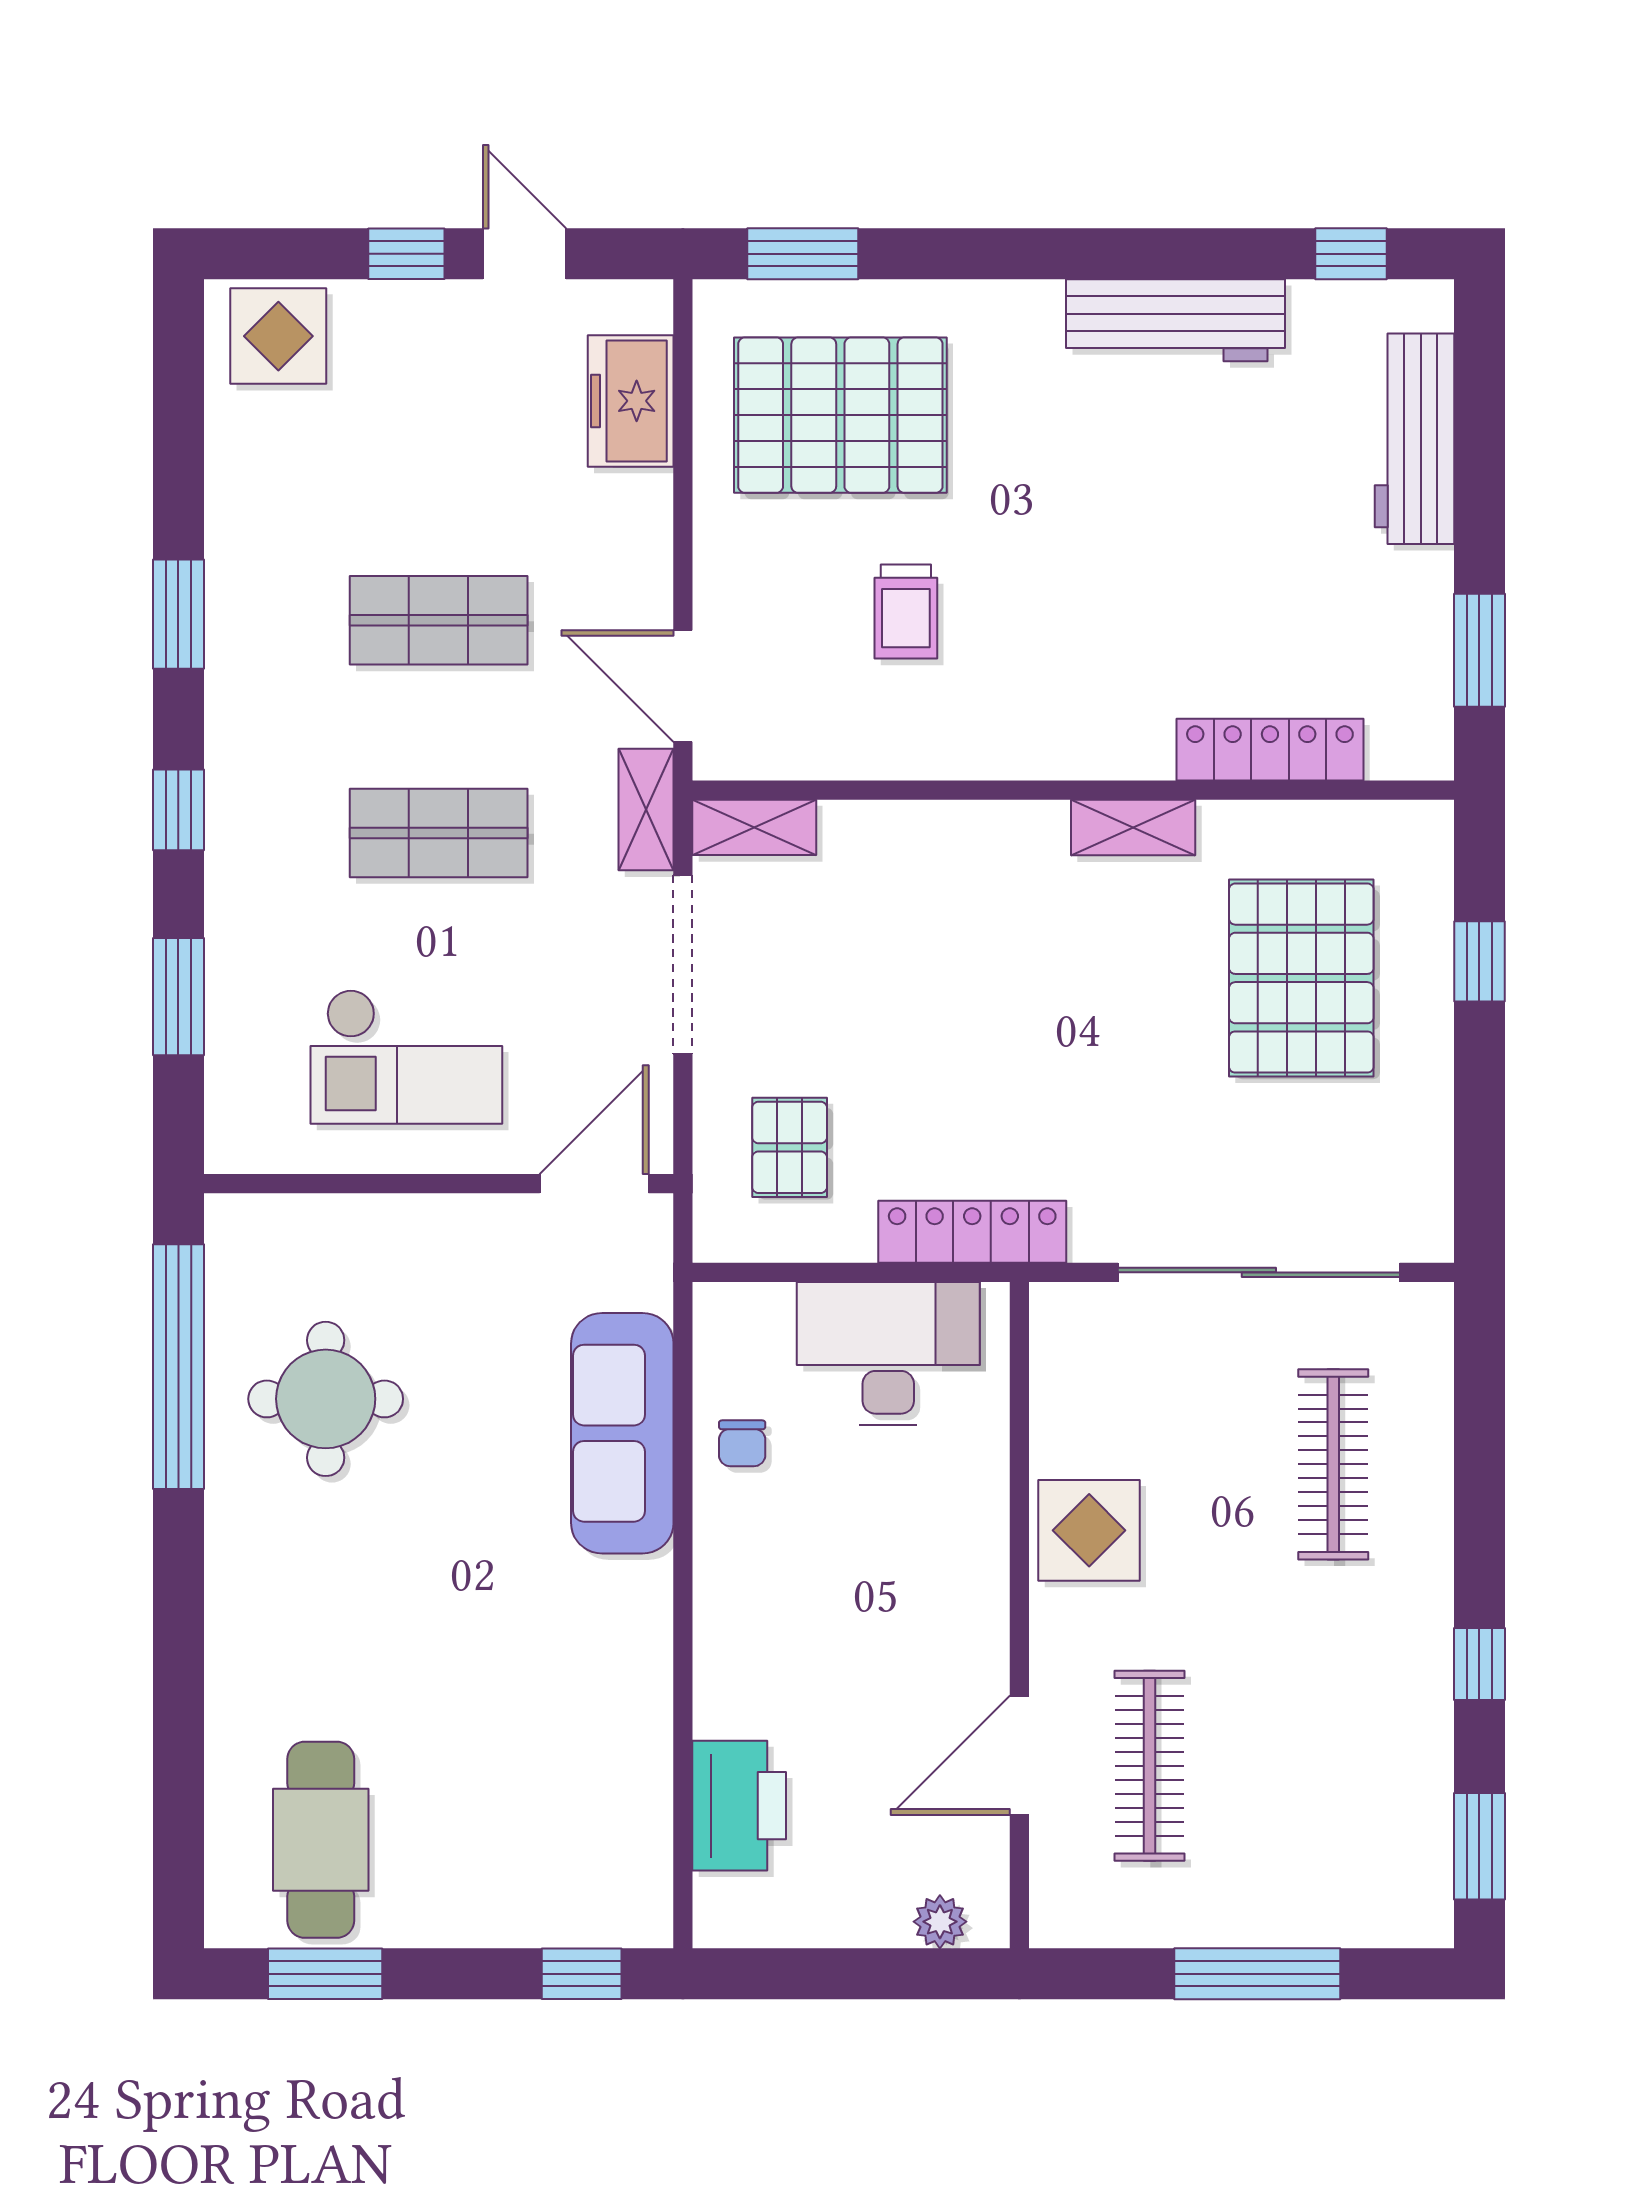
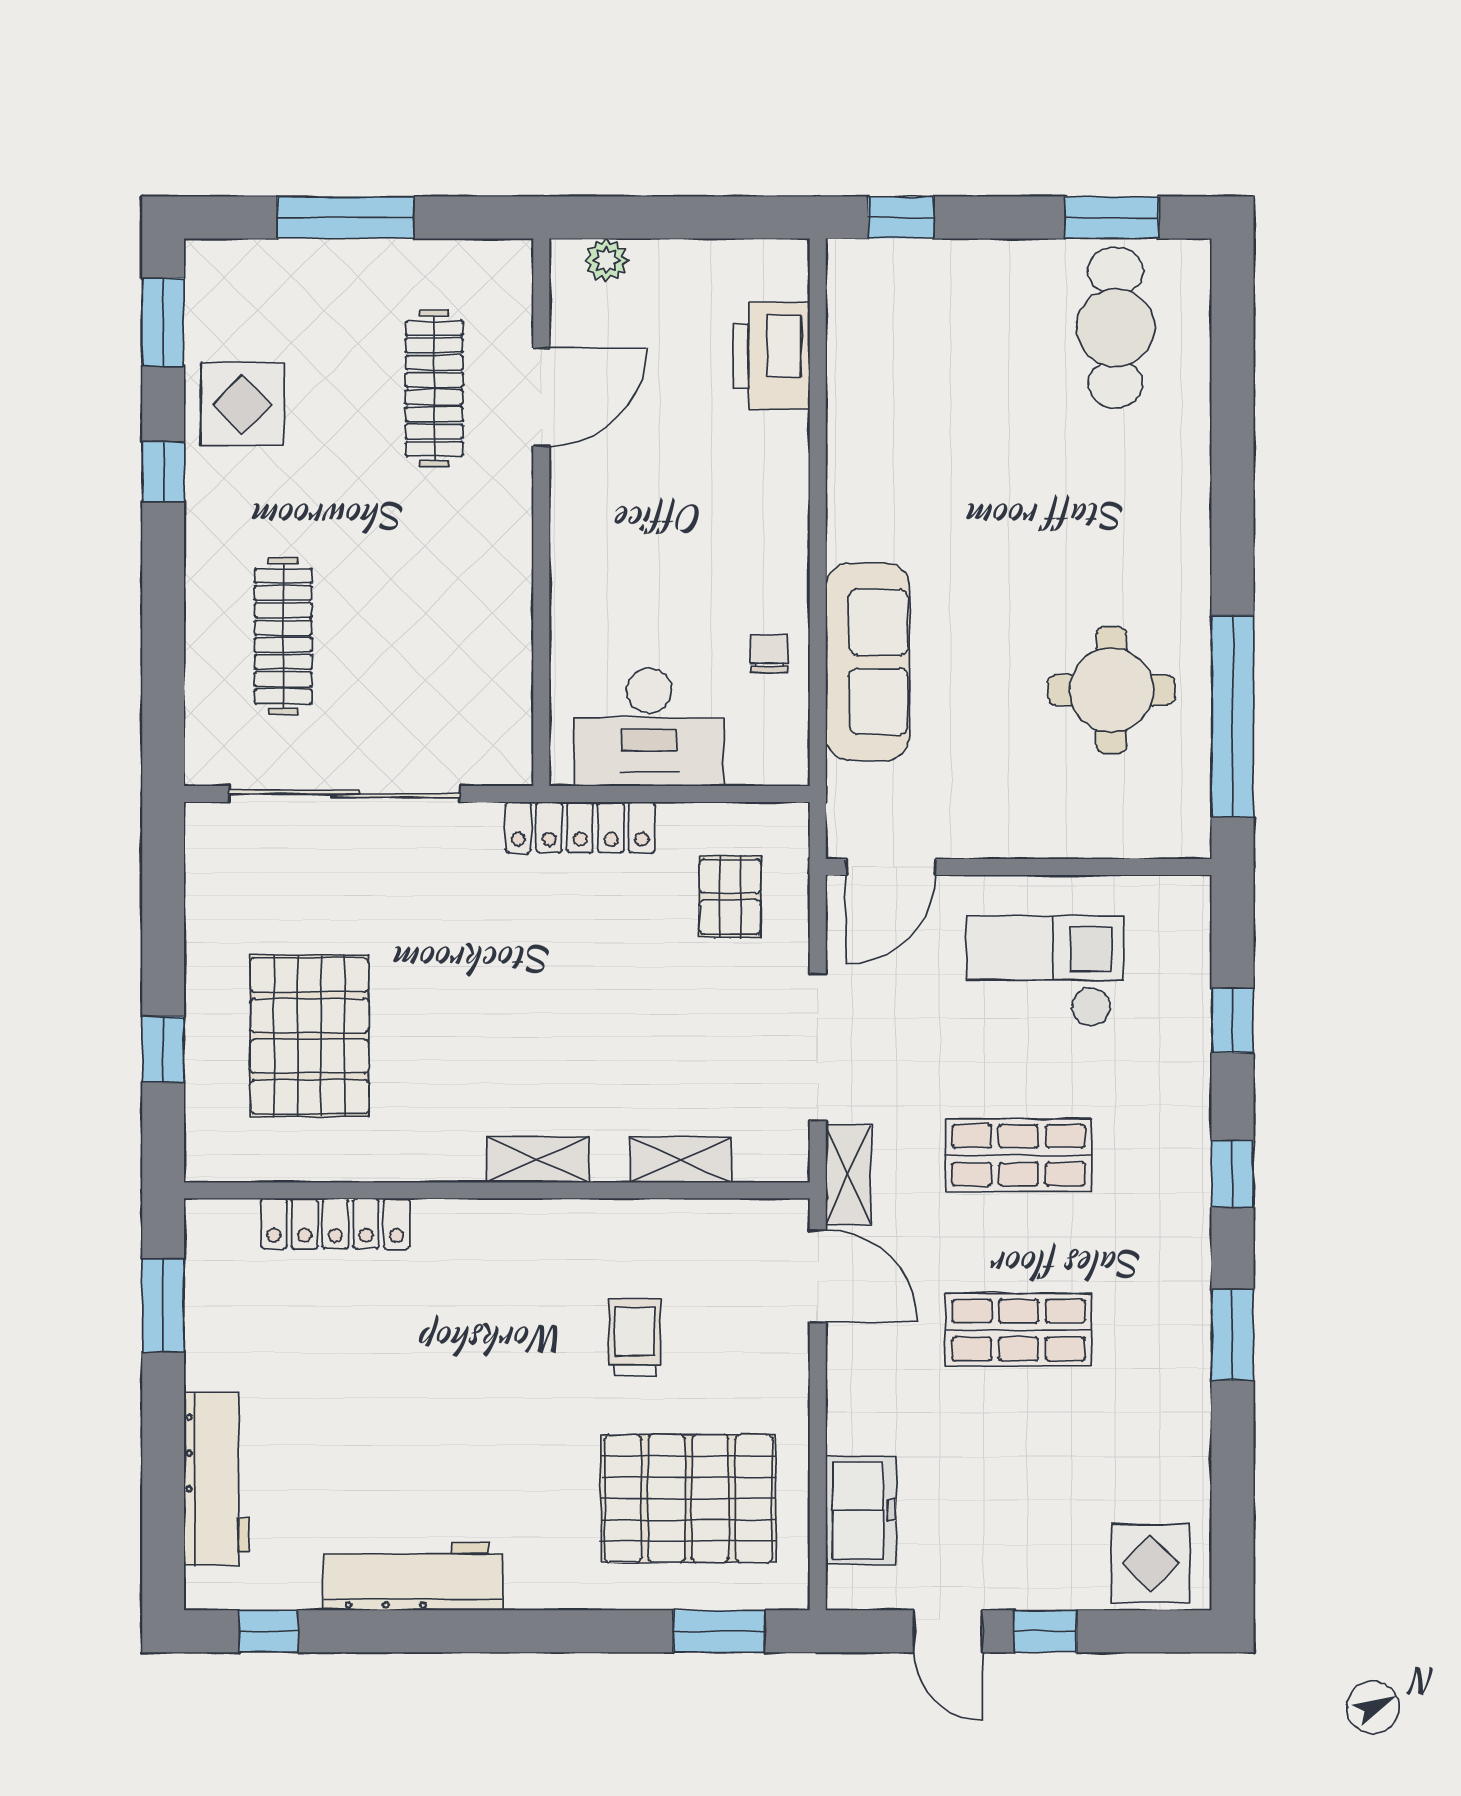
shelving: (754, 827) -> (681, 1160), moved
shelving: (1133, 828) -> (537, 1160), moved
window: (178, 997) -> (1232, 1021), width x0.67
display table: (1089, 1530) -> (242, 404), moved

